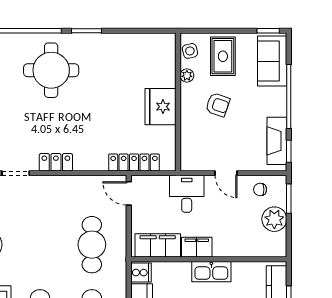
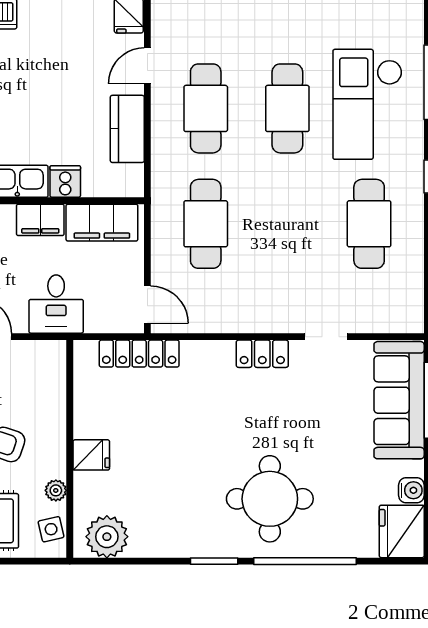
plant: (155, 46) -> (107, 537), added
fridge: (161, 107) -> (91, 455), width x0.53, depth x0.75
cooker: (141, 273) -> (65, 182), moved, turned 90

